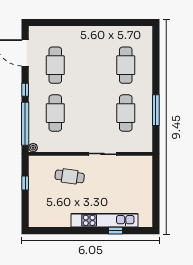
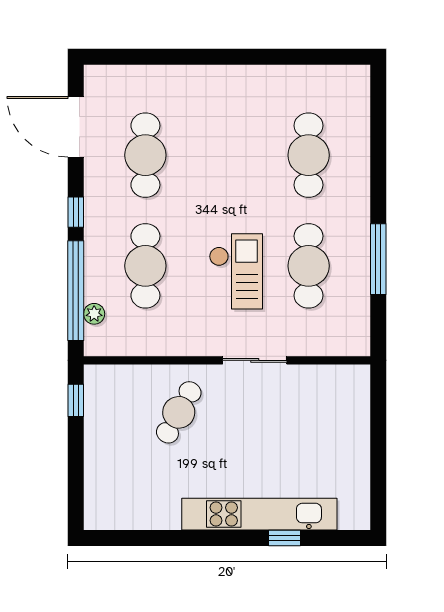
checkout: (94, 115) -> (236, 271), added
plant: (33, 148) -> (94, 314), moved
cafe table: (70, 176) -> (179, 412), turned -69
window: (25, 183) -> (76, 400), moved

